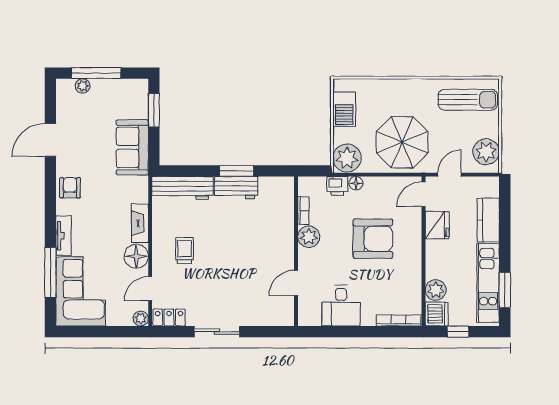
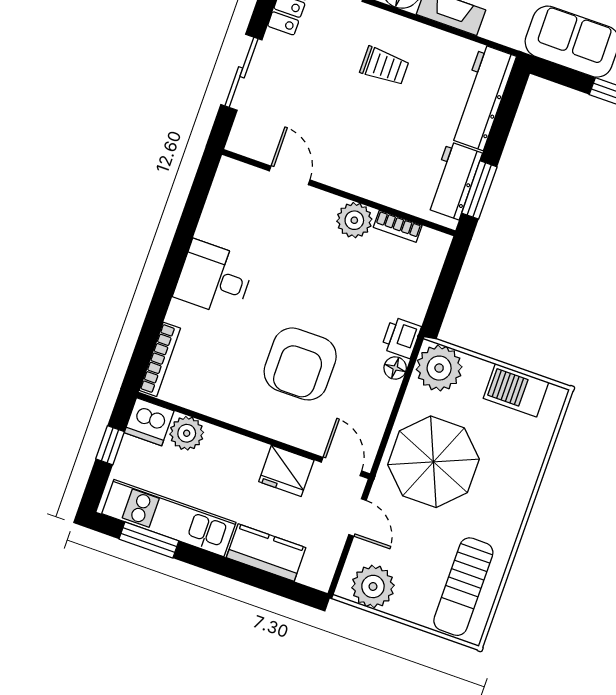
bookcase: (303, 210) -> (398, 226), moved
plant: (309, 237) -> (354, 220), moved
wall: (296, 251) -> (339, 193), moved
door: (296, 283) -> (290, 175), moved

